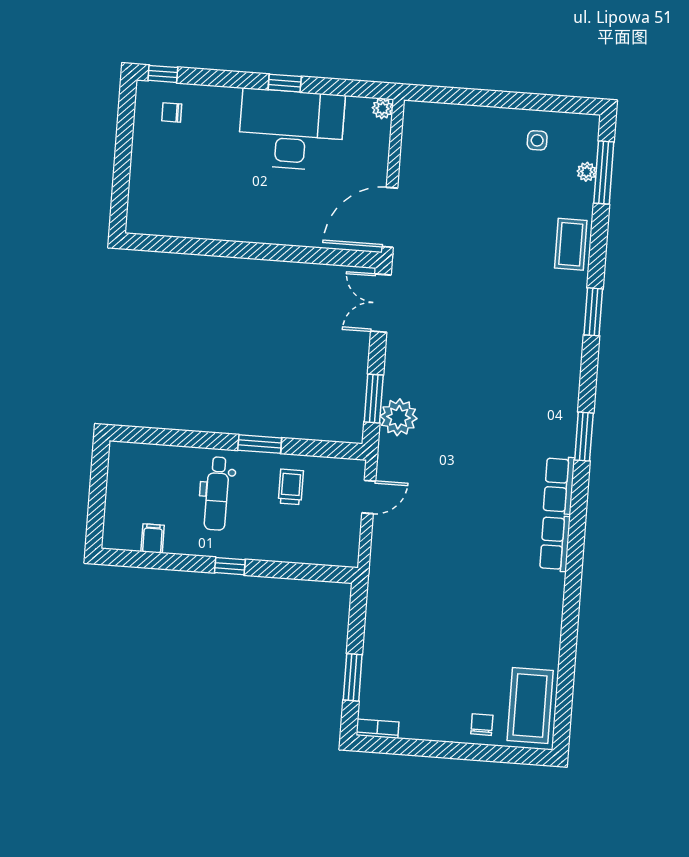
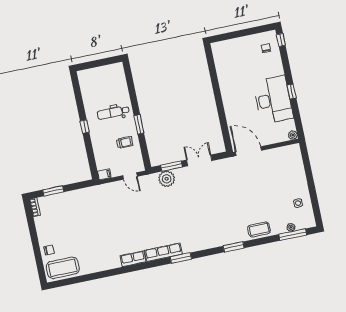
double door: (381, 303) -> (199, 160), moved
row of seats: (559, 485) -> (163, 252), width x1.48
filing cabinet: (153, 539) -> (104, 174), moved

